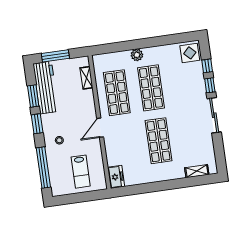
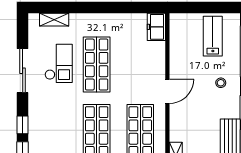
sliding door: (214, 115) -> (23, 71), moved
checkout: (188, 137) -> (59, 63), added
lab bench: (81, 172) -> (213, 36), moved

